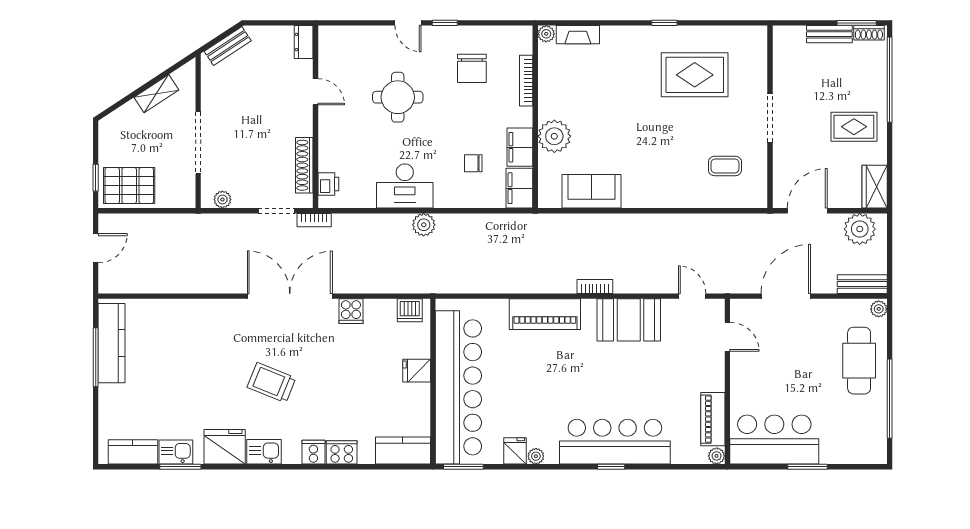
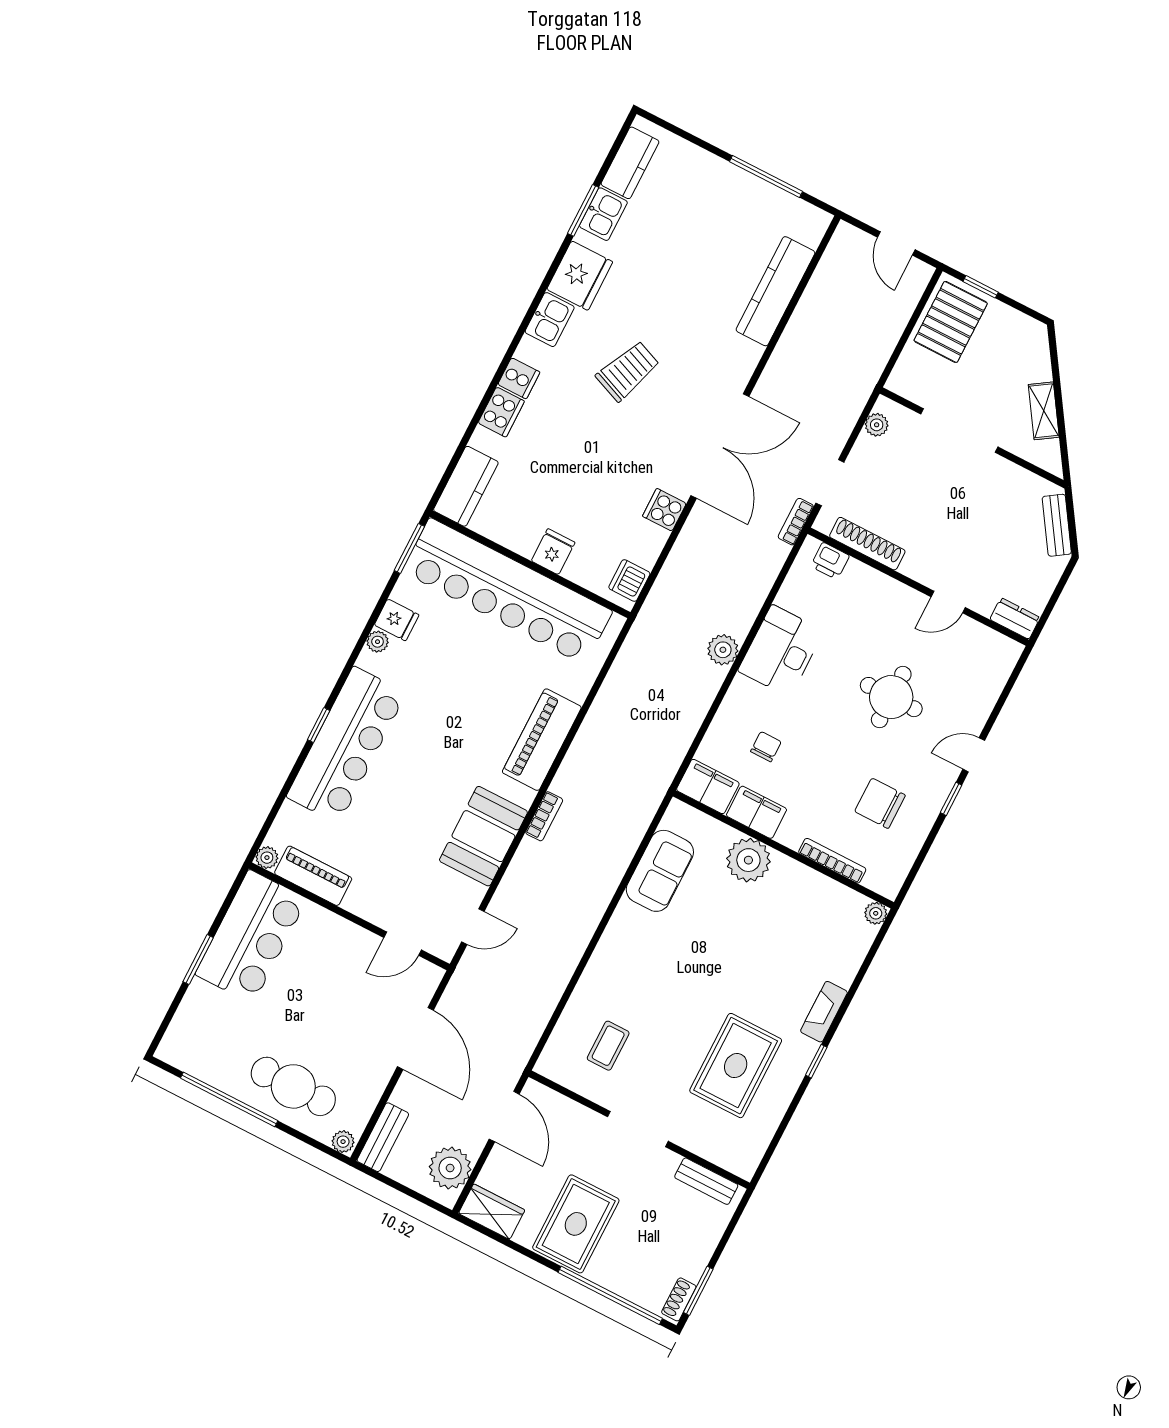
bench: (829, 34) -> (706, 1181), moved, turned 90
fireplace: (578, 35) -> (824, 1012), moved
rug: (854, 127) -> (576, 1224), width x1.36, depth x1.43
kitchen counter: (112, 343) -> (775, 291), moved, turned 90

